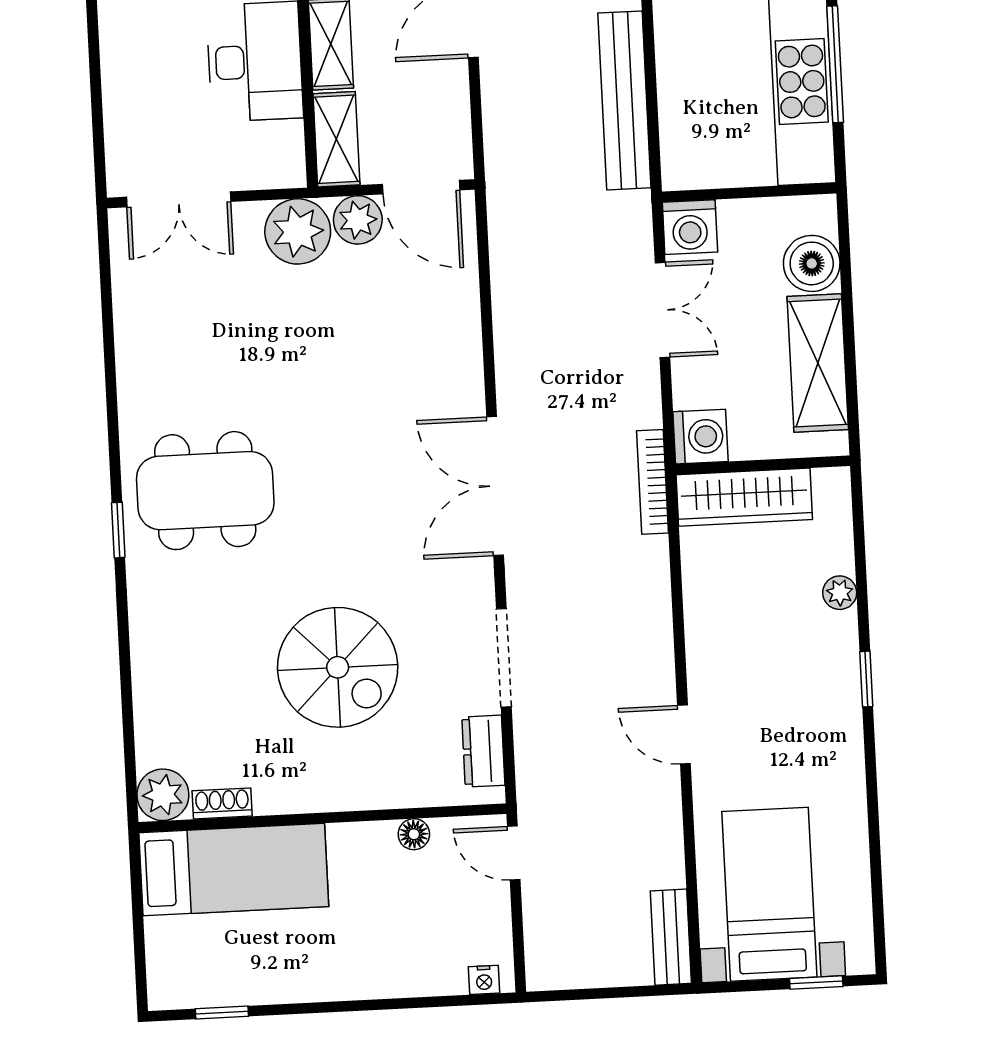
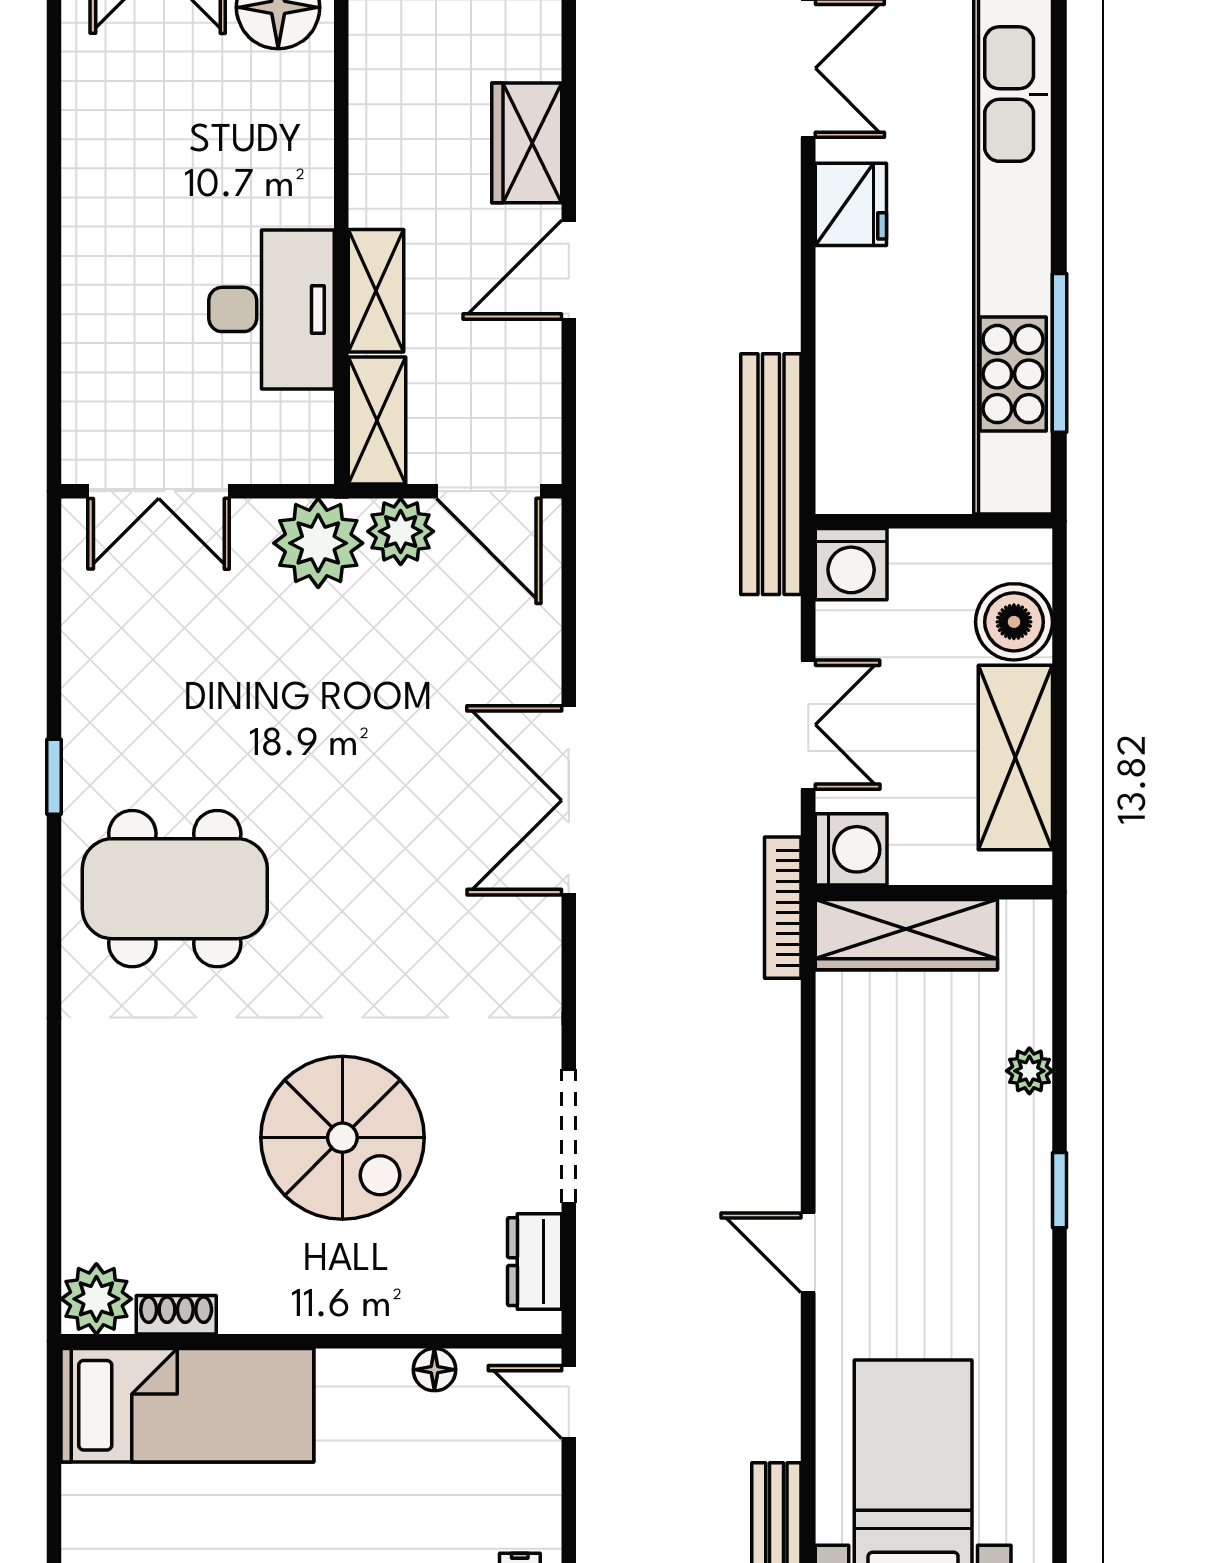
bench: (624, 100) -> (771, 474), moved
double door: (662, 310) -> (808, 725), moved
double door: (495, 486) -> (569, 800), moved
window: (118, 530) -> (54, 777), moved

